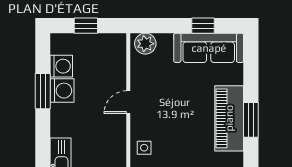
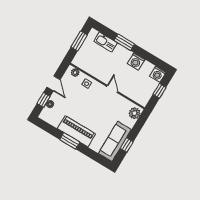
washing machine: (61, 66) -> (158, 74), moved
window: (43, 91) -> (124, 42), moved

